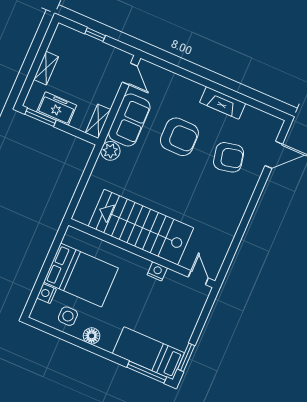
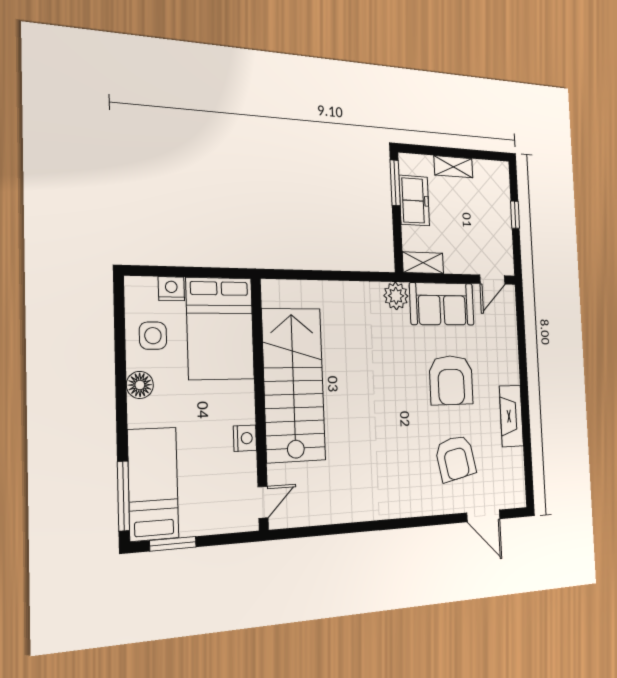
stairs: (141, 227) -> (294, 385), moved
wall: (142, 253) -> (260, 403), moved
nightstand: (157, 271) -> (245, 438), moved
door: (198, 278) -> (263, 502), moved

